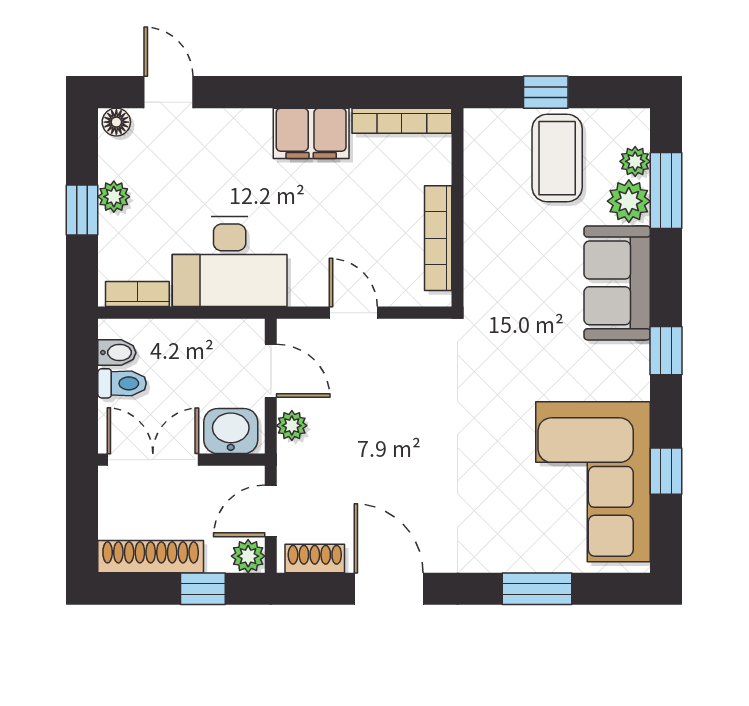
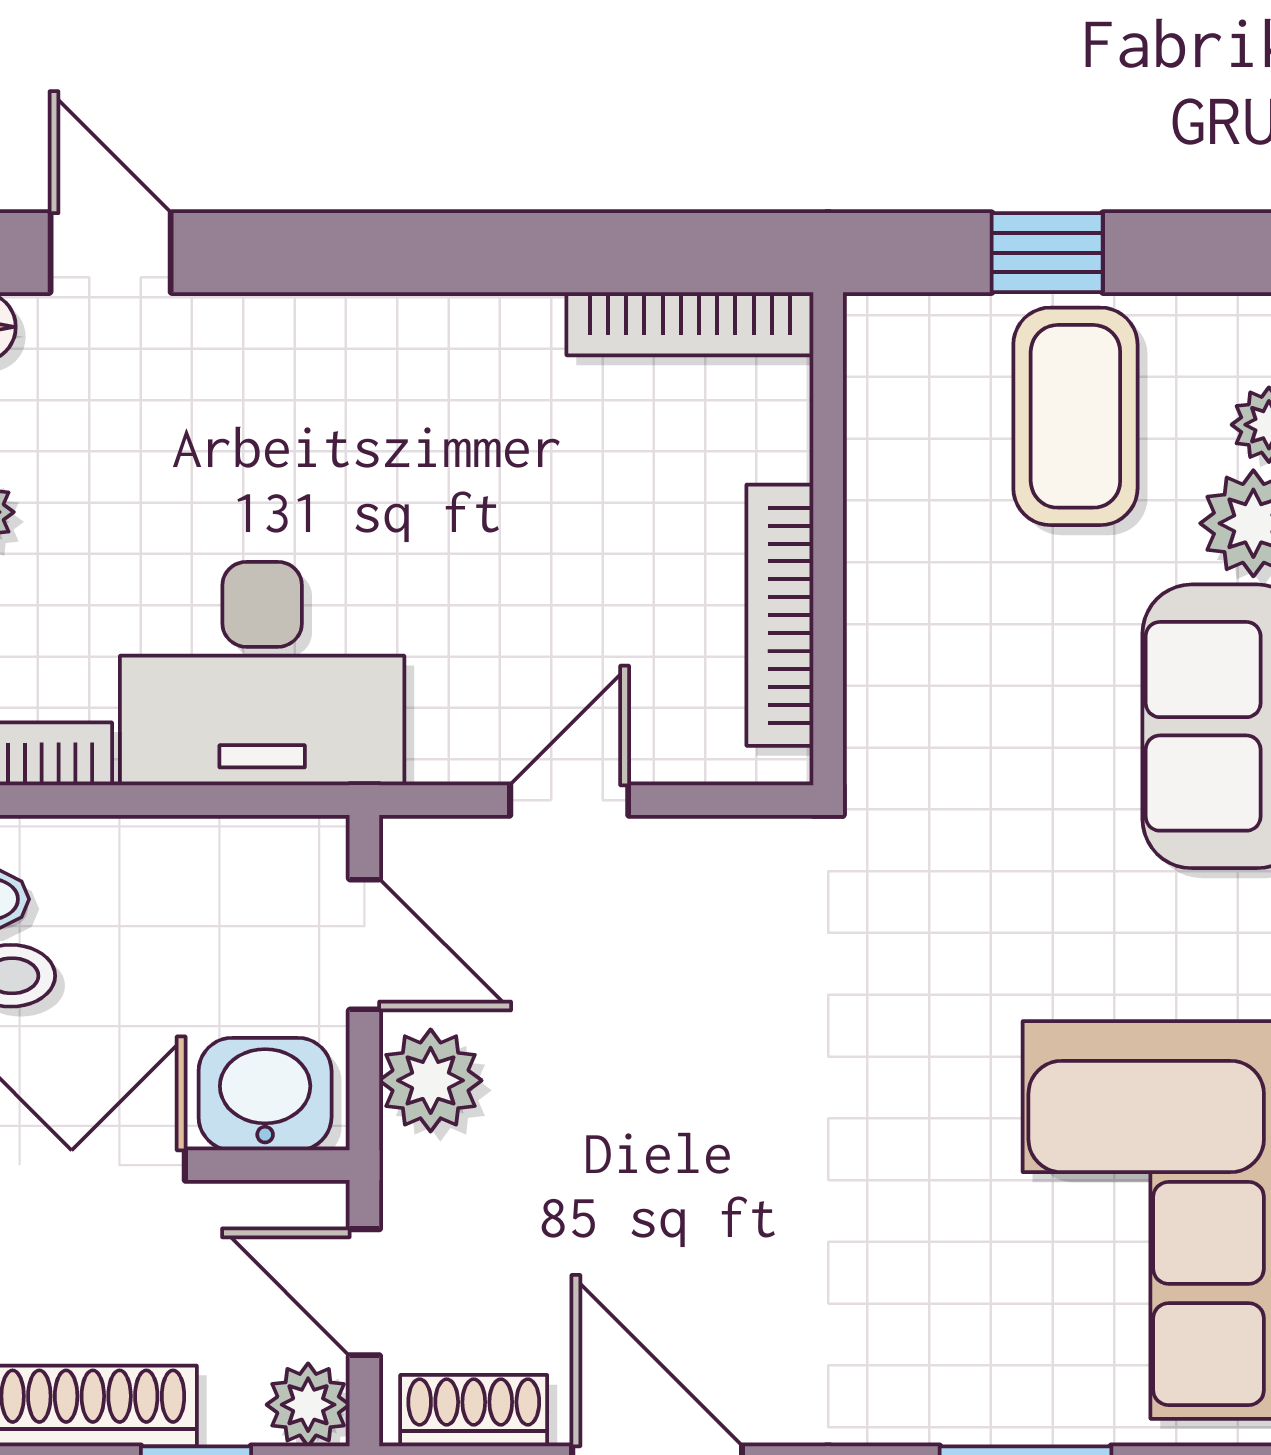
filing cabinet: (311, 133) -> (465, 355), removed
door: (353, 313) -> (569, 800), hinge flipped
plant: (292, 426) -> (431, 1080), width x1.38, depth x1.38
door: (271, 511) -> (364, 1292), hinge flipped

